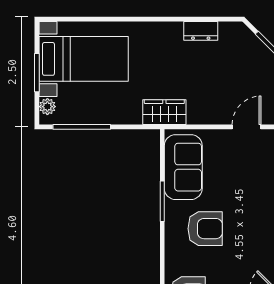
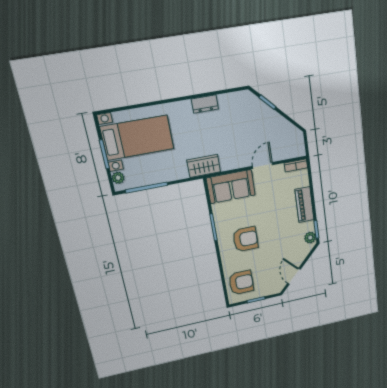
dresser: (201, 31) -> (205, 104), moved
sofa: (183, 167) -> (231, 187), moved, turned 90

